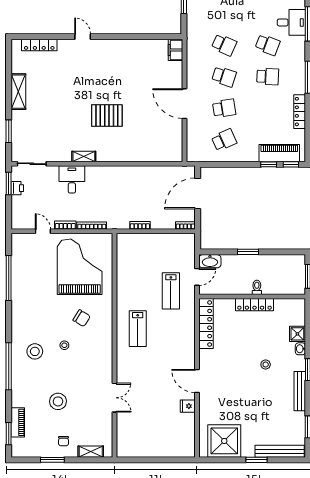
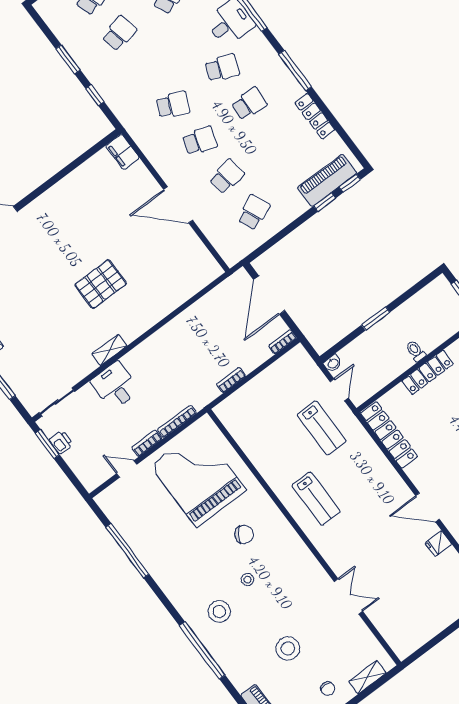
washbasin: (210, 261) -> (333, 363), width x0.52, depth x0.69

